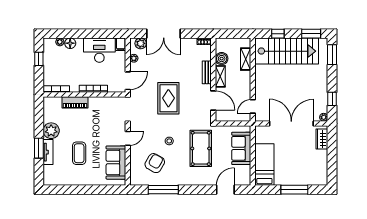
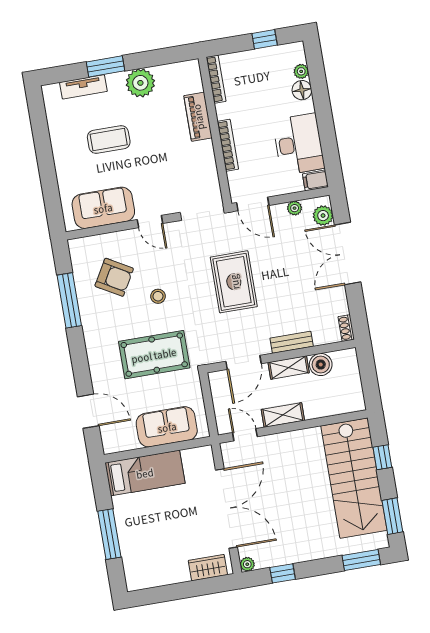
shelving: (246, 59) -> (283, 415), moved
rug: (168, 98) -> (234, 282), turned 90
tv unit: (48, 152) -> (83, 87), moved

